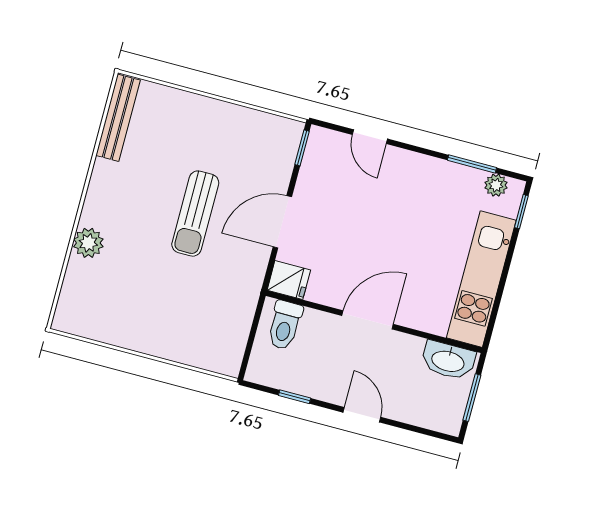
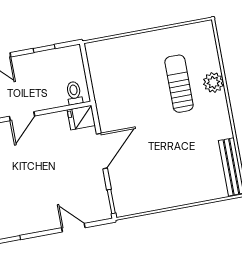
sun lounger: (195, 214) -> (179, 84), moved
door: (368, 320) -> (22, 116), width x0.73
toilet: (285, 325) -> (74, 93), width x0.73, depth x0.72

